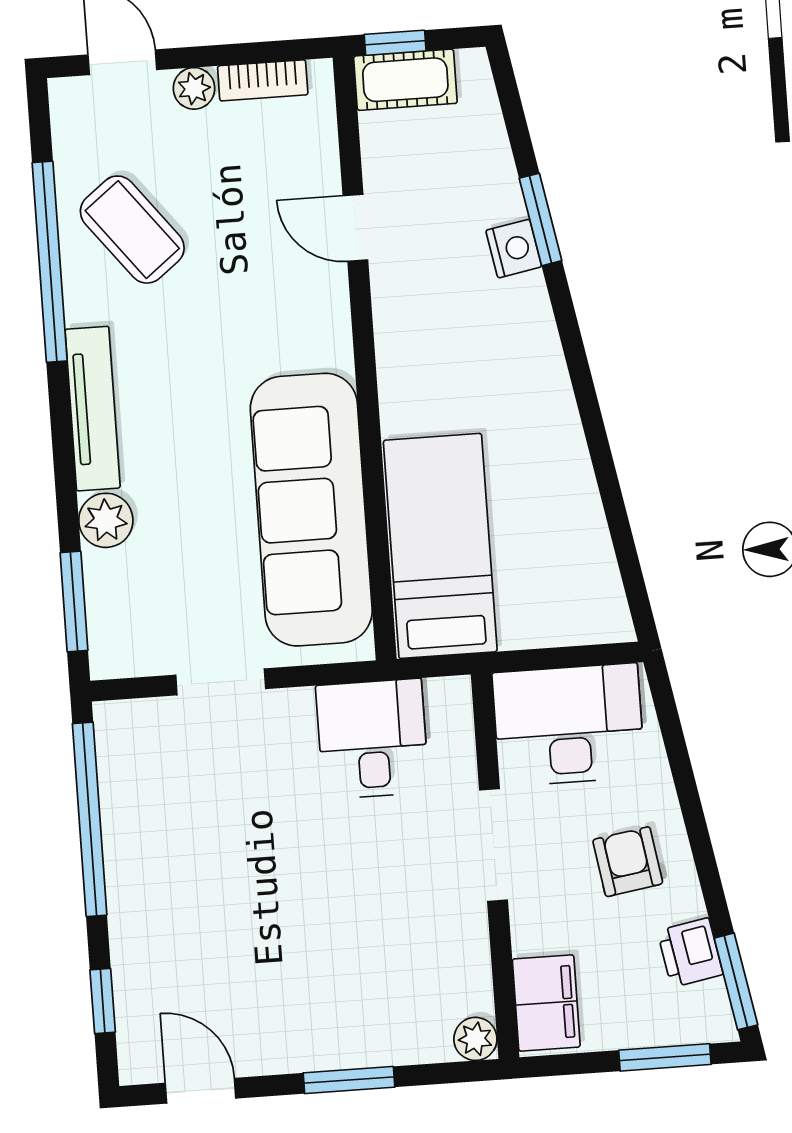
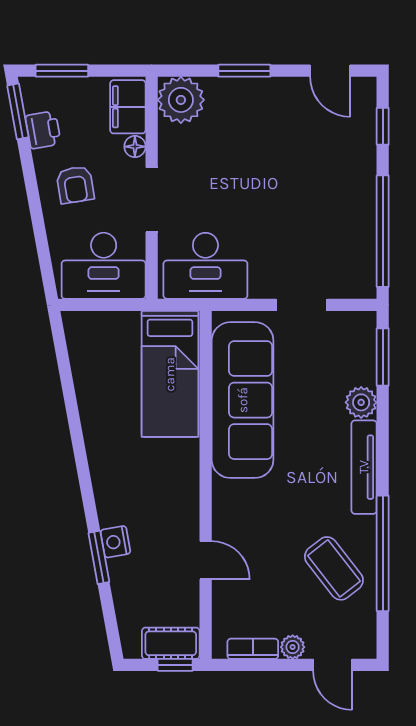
desk: (372, 739) -> (205, 266), width x1.37
floor lamp: (529, 935) -> (135, 147), added
plant: (475, 1039) -> (181, 100), width x1.87, depth x1.87

